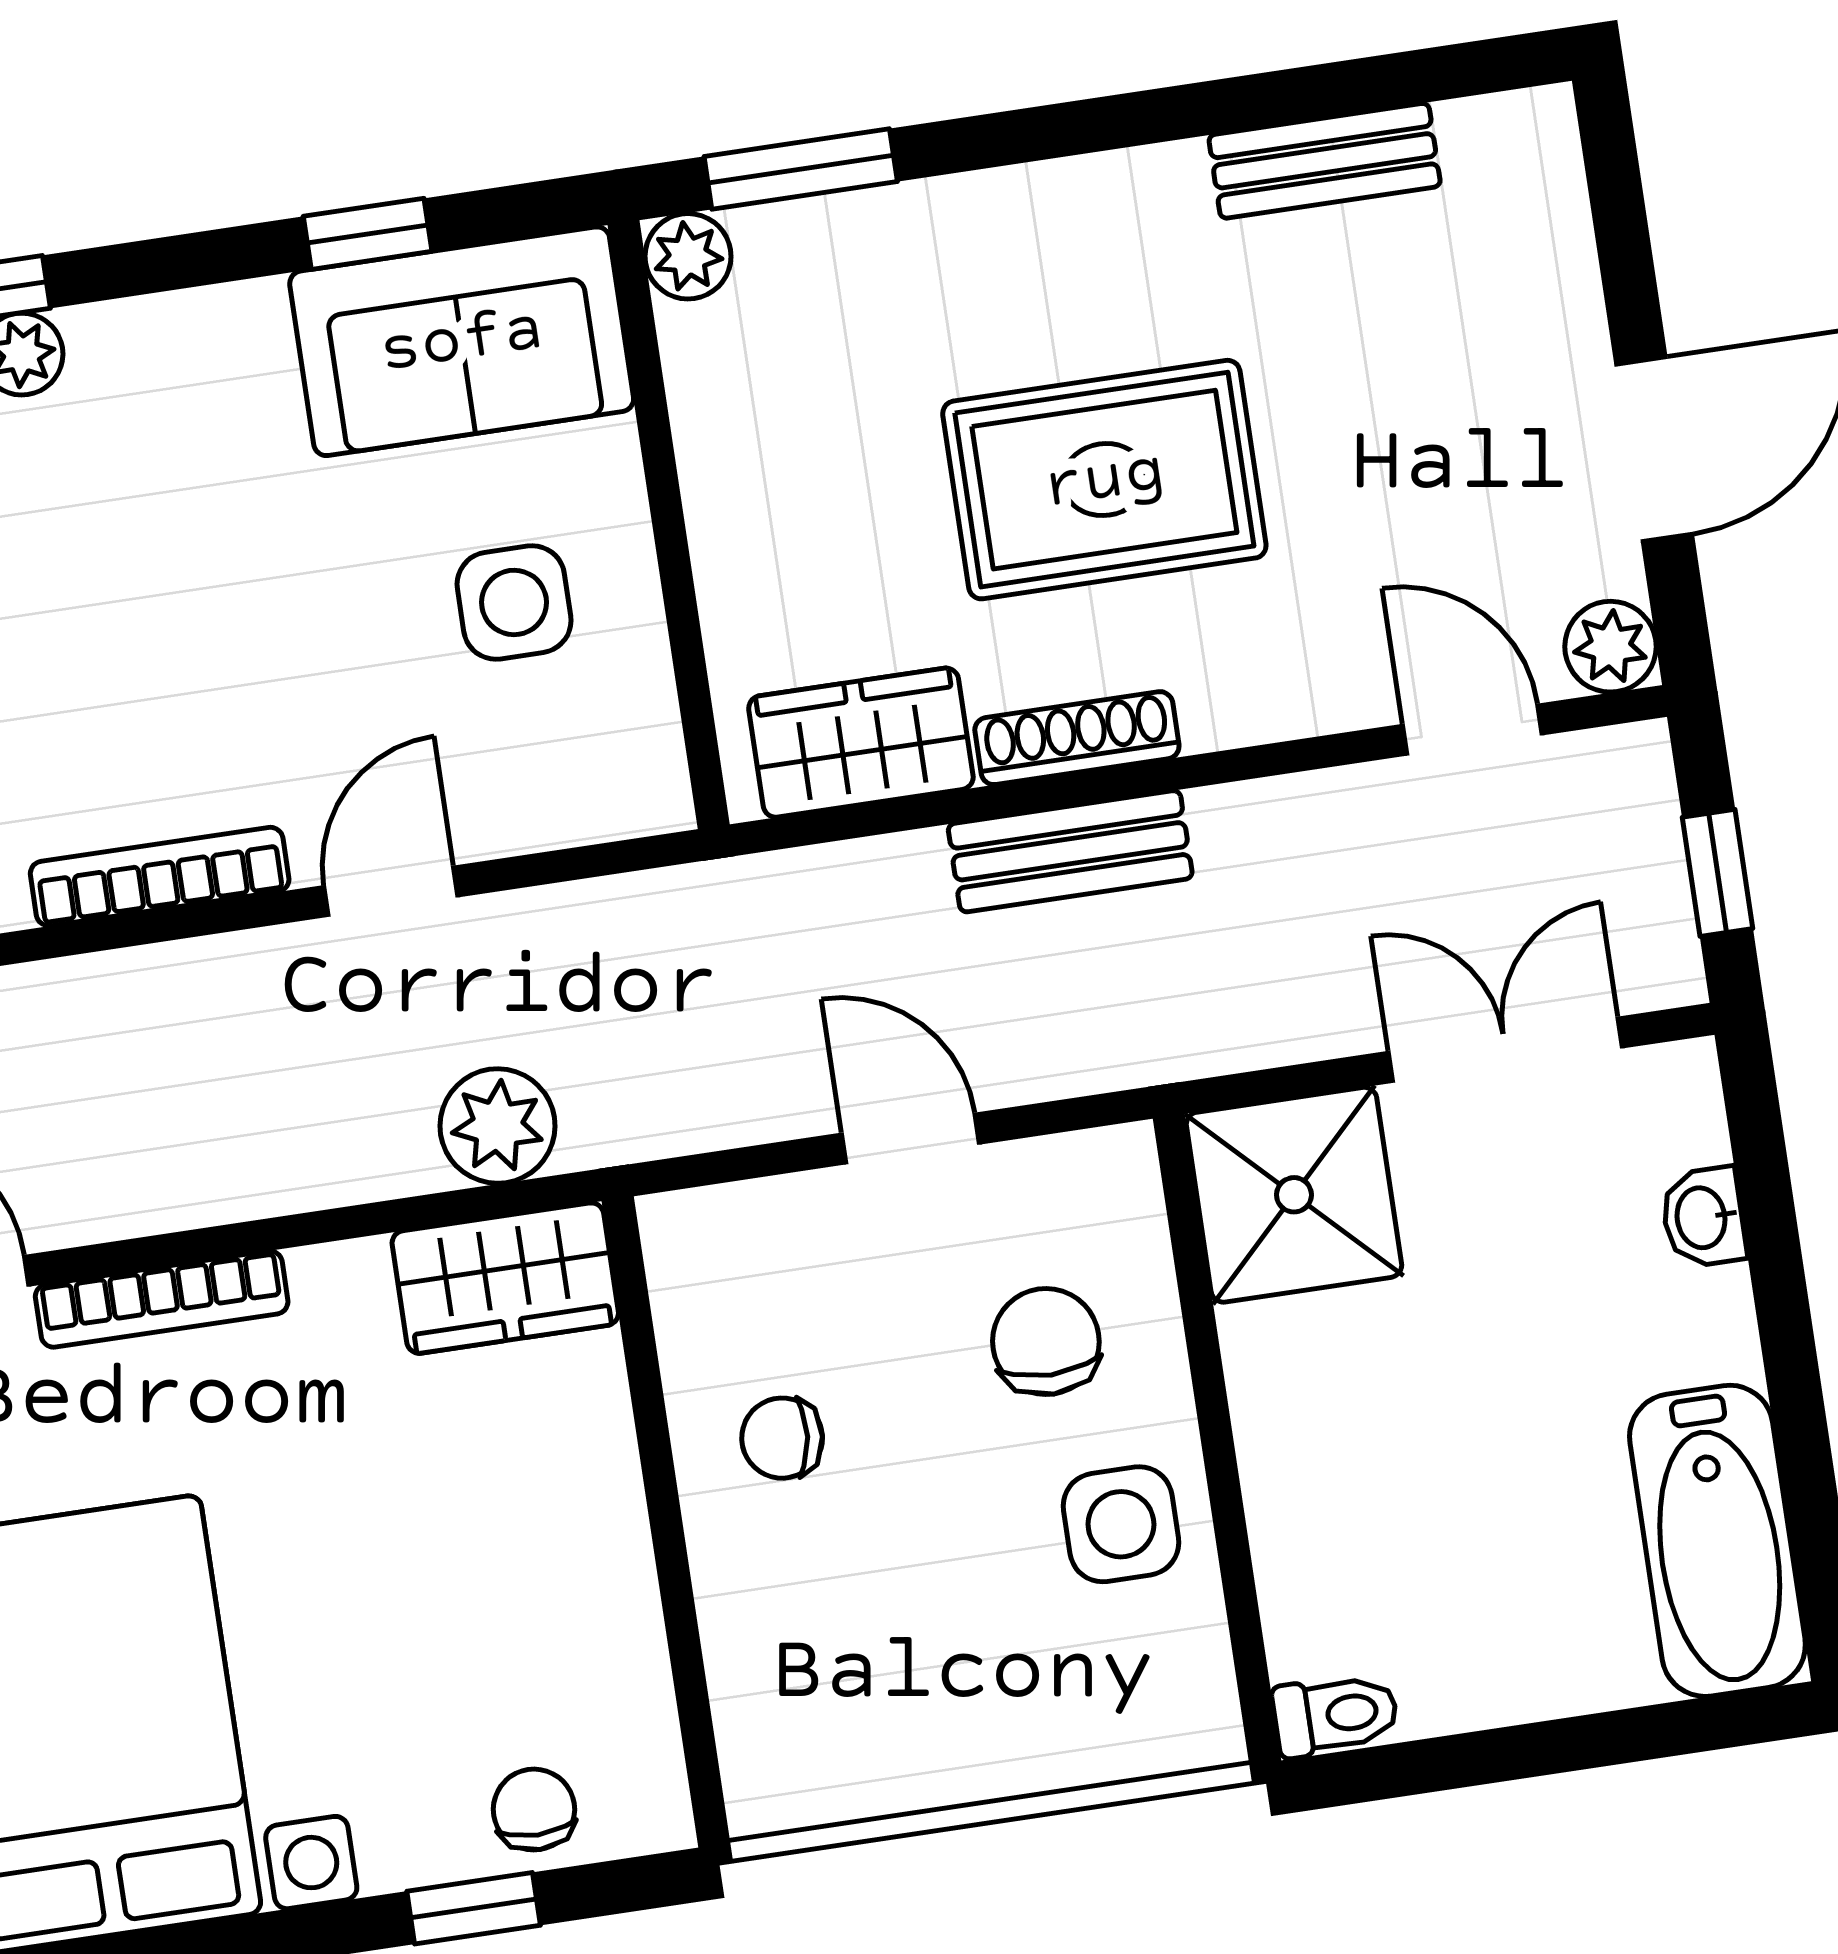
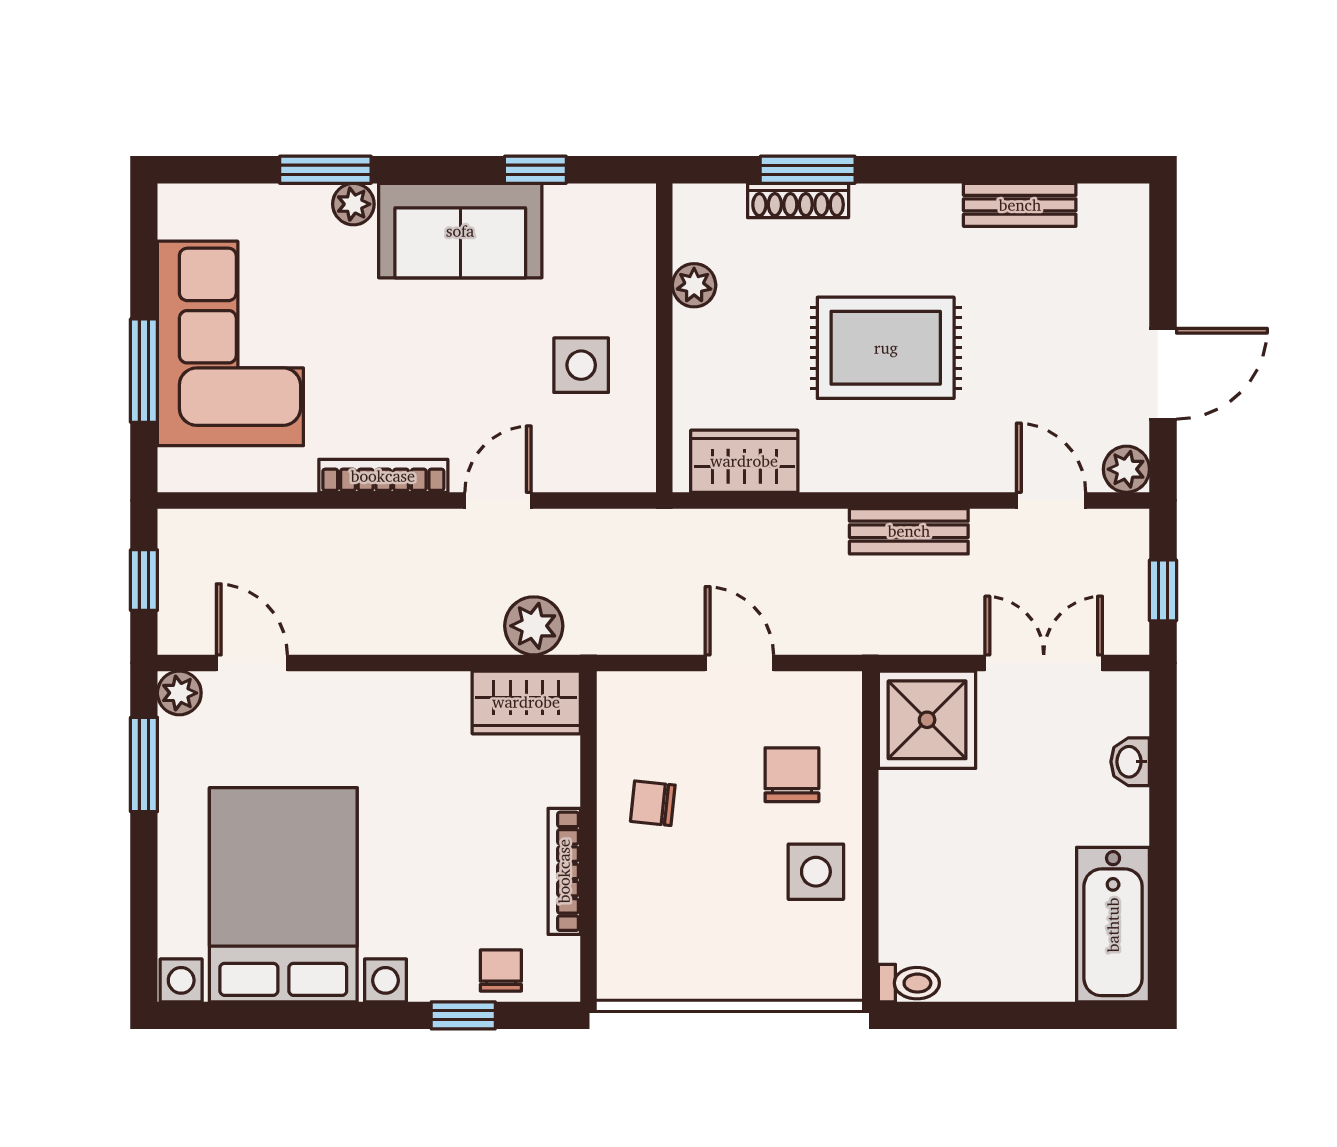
window: (801, 169) -> (808, 170), moved
plant: (688, 256) -> (694, 285), moved
sofa: (462, 341) -> (460, 231), moved
shoe rack: (1077, 738) -> (798, 200), moved, turned 180
bench: (1070, 851) -> (909, 531), moved
bookcase: (162, 1299) -> (564, 871), moved, turned 90

